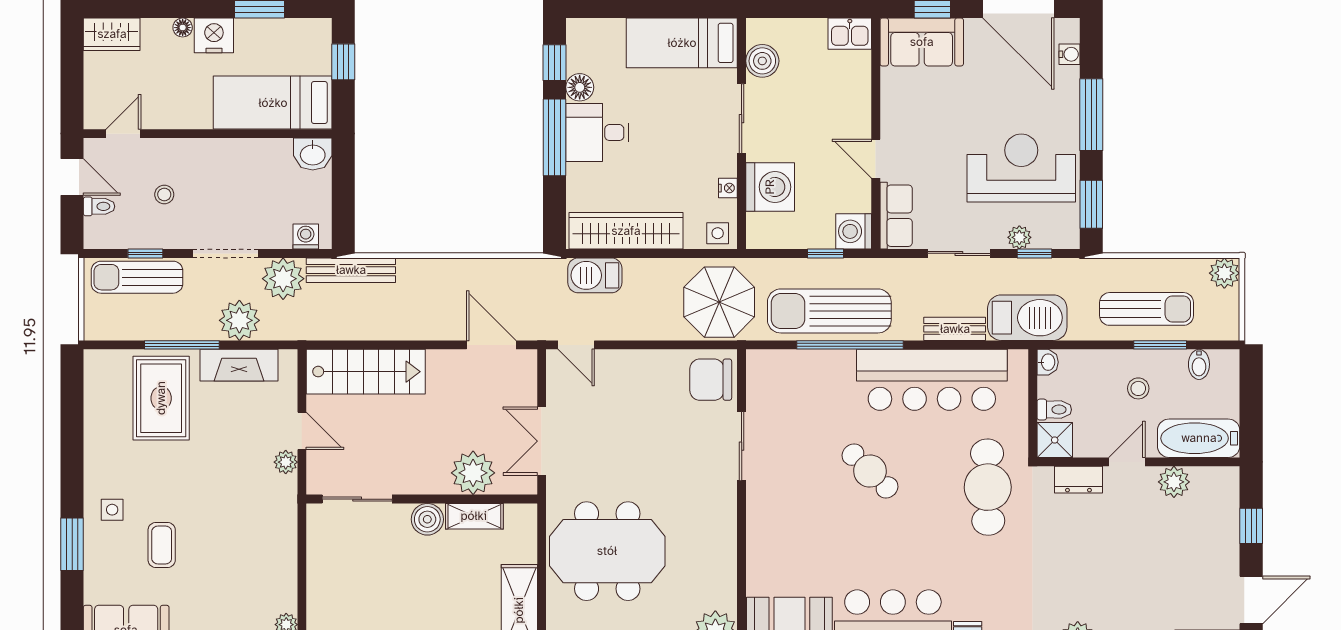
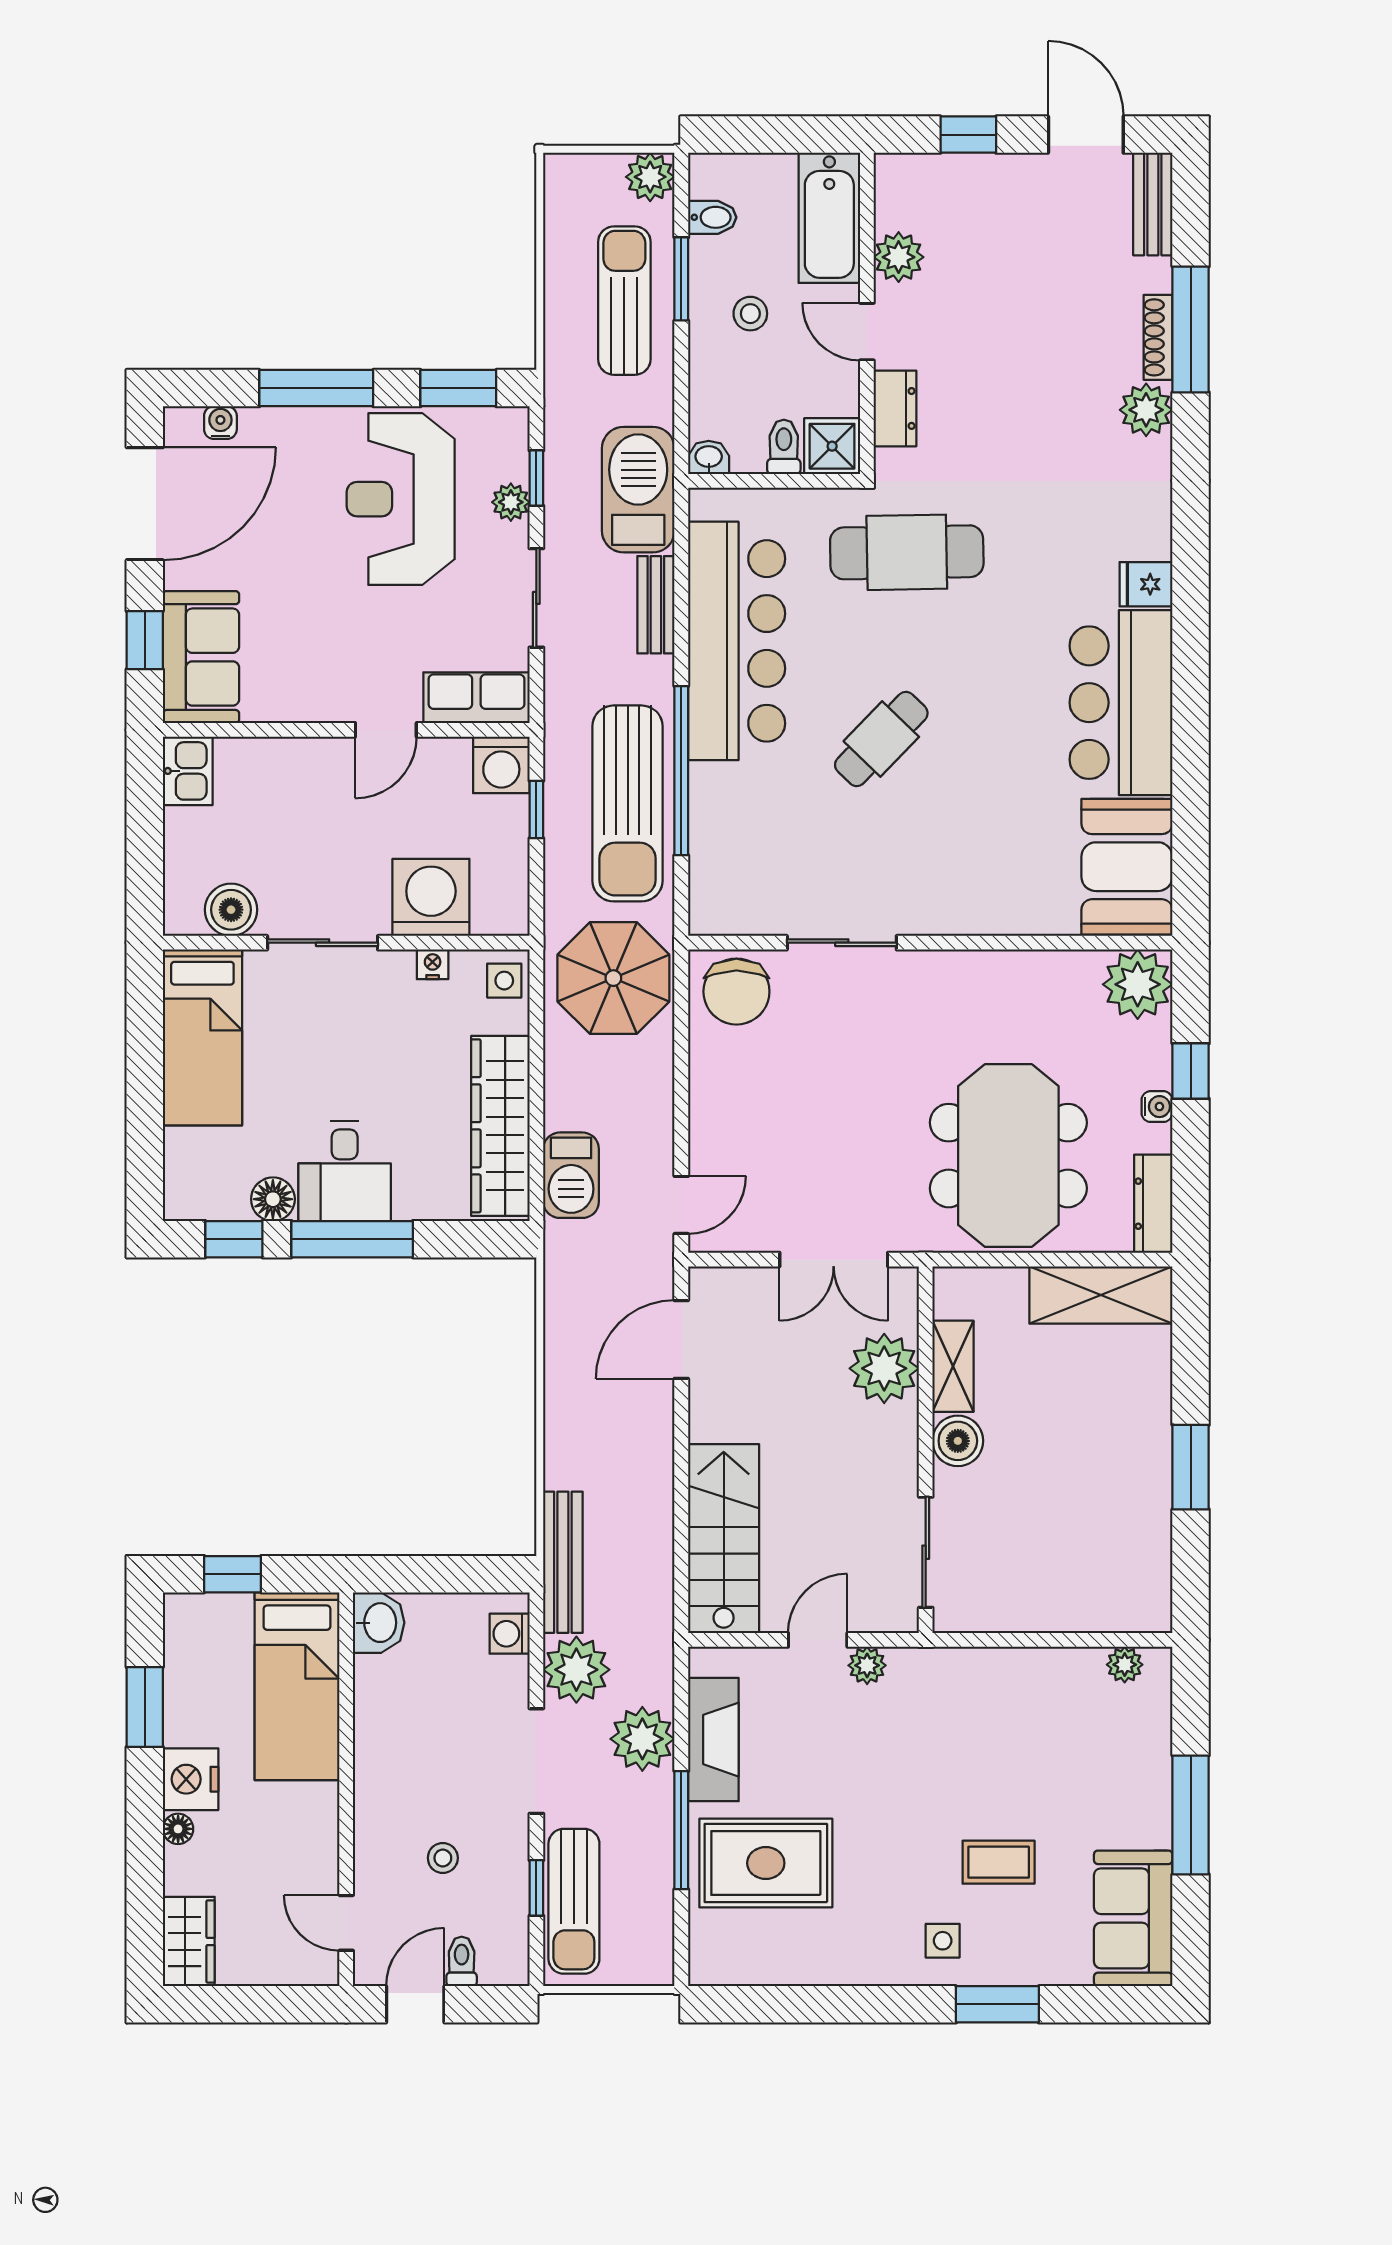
plant: (1224, 273) -> (650, 177), moved

